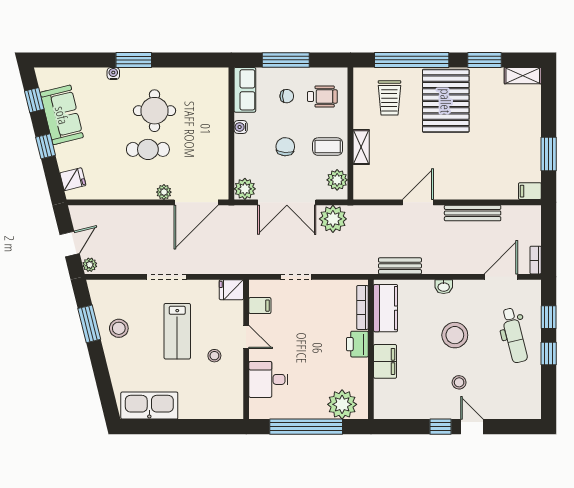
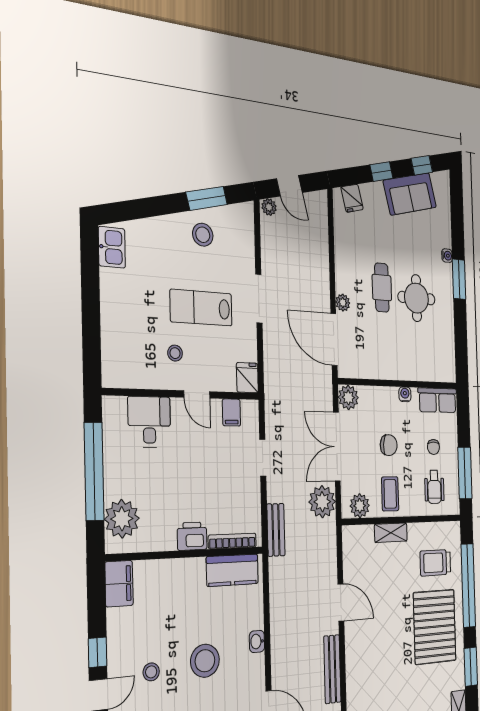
window: (286, 60) -> (465, 473), moved
pallet: (446, 101) -> (435, 627), turned 90
bench: (400, 266) -> (276, 530), moved
door: (246, 337) -> (197, 394), hinge flipped
filing cabinet: (385, 361) -> (119, 584), moved, turned -90
kitchen sink: (149, 406) -> (112, 247), width x0.53, depth x0.81

